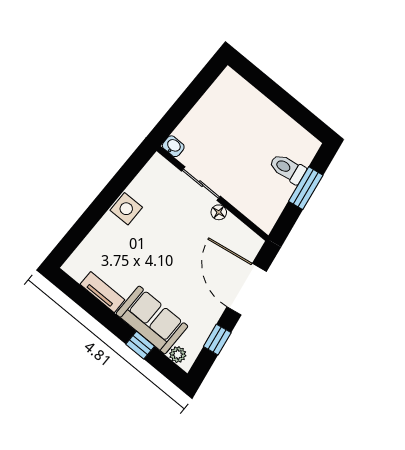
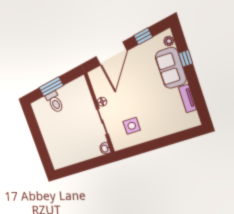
side table: (126, 209) -> (132, 126), moved

